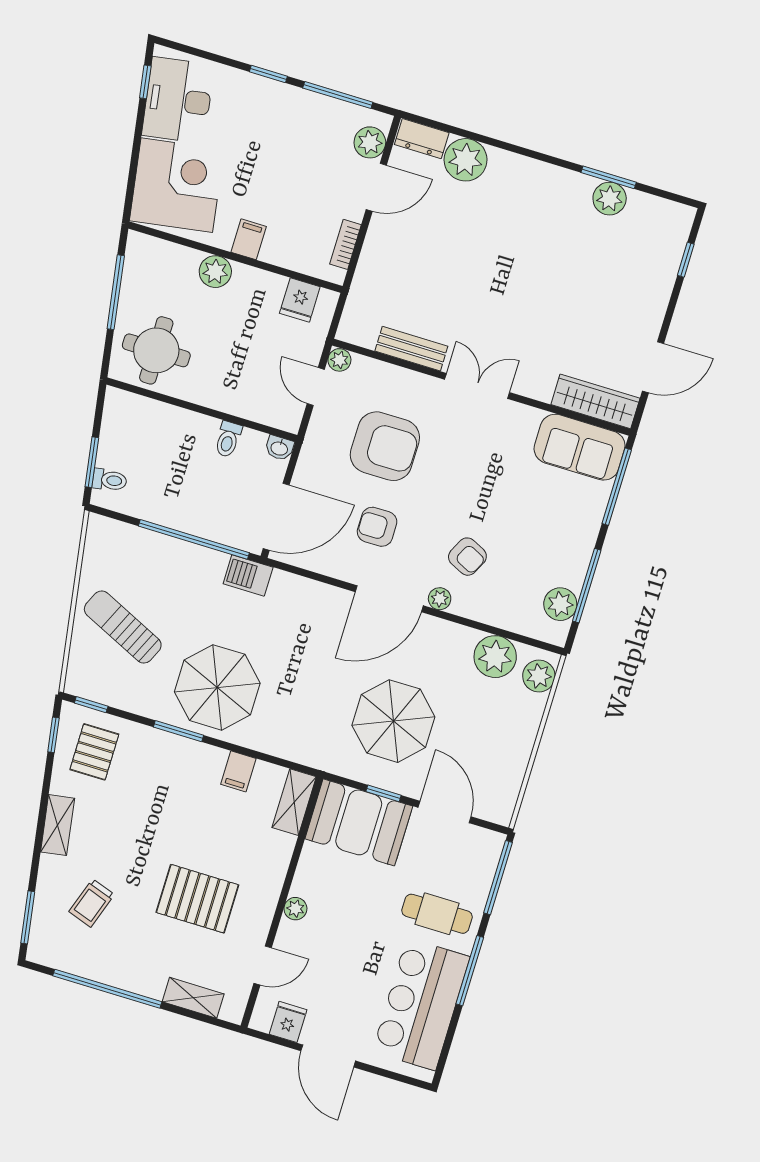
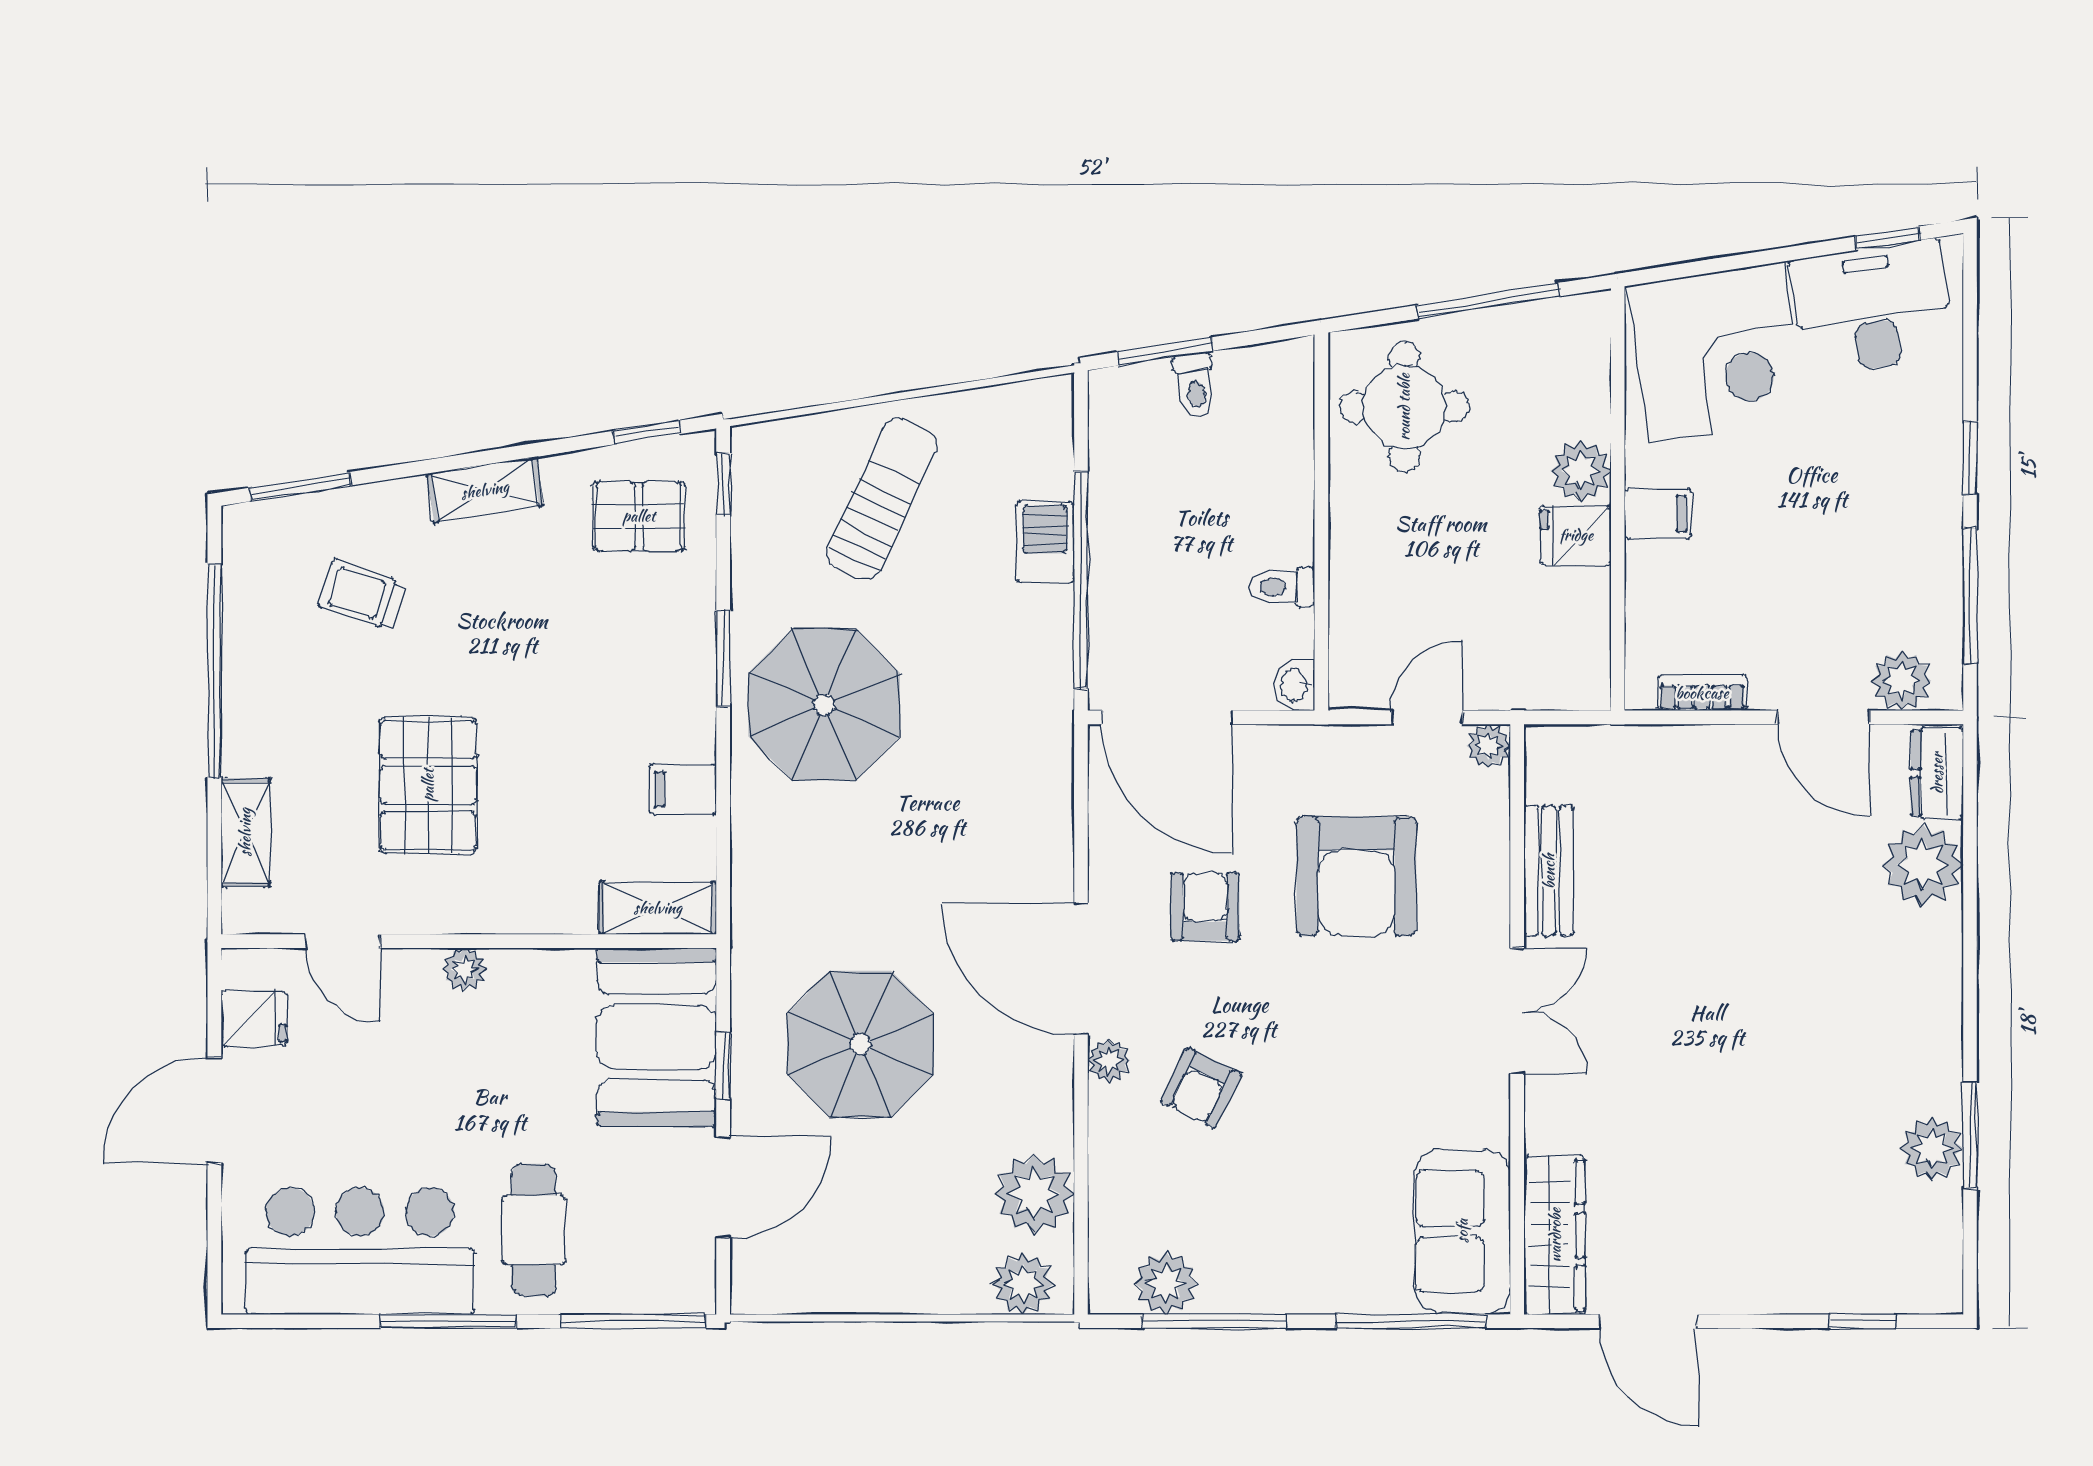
fridge: (300, 300) -> (1576, 535), moved
toilet: (110, 480) -> (1195, 385), moved
barbecue: (248, 575) -> (1045, 542), moved

